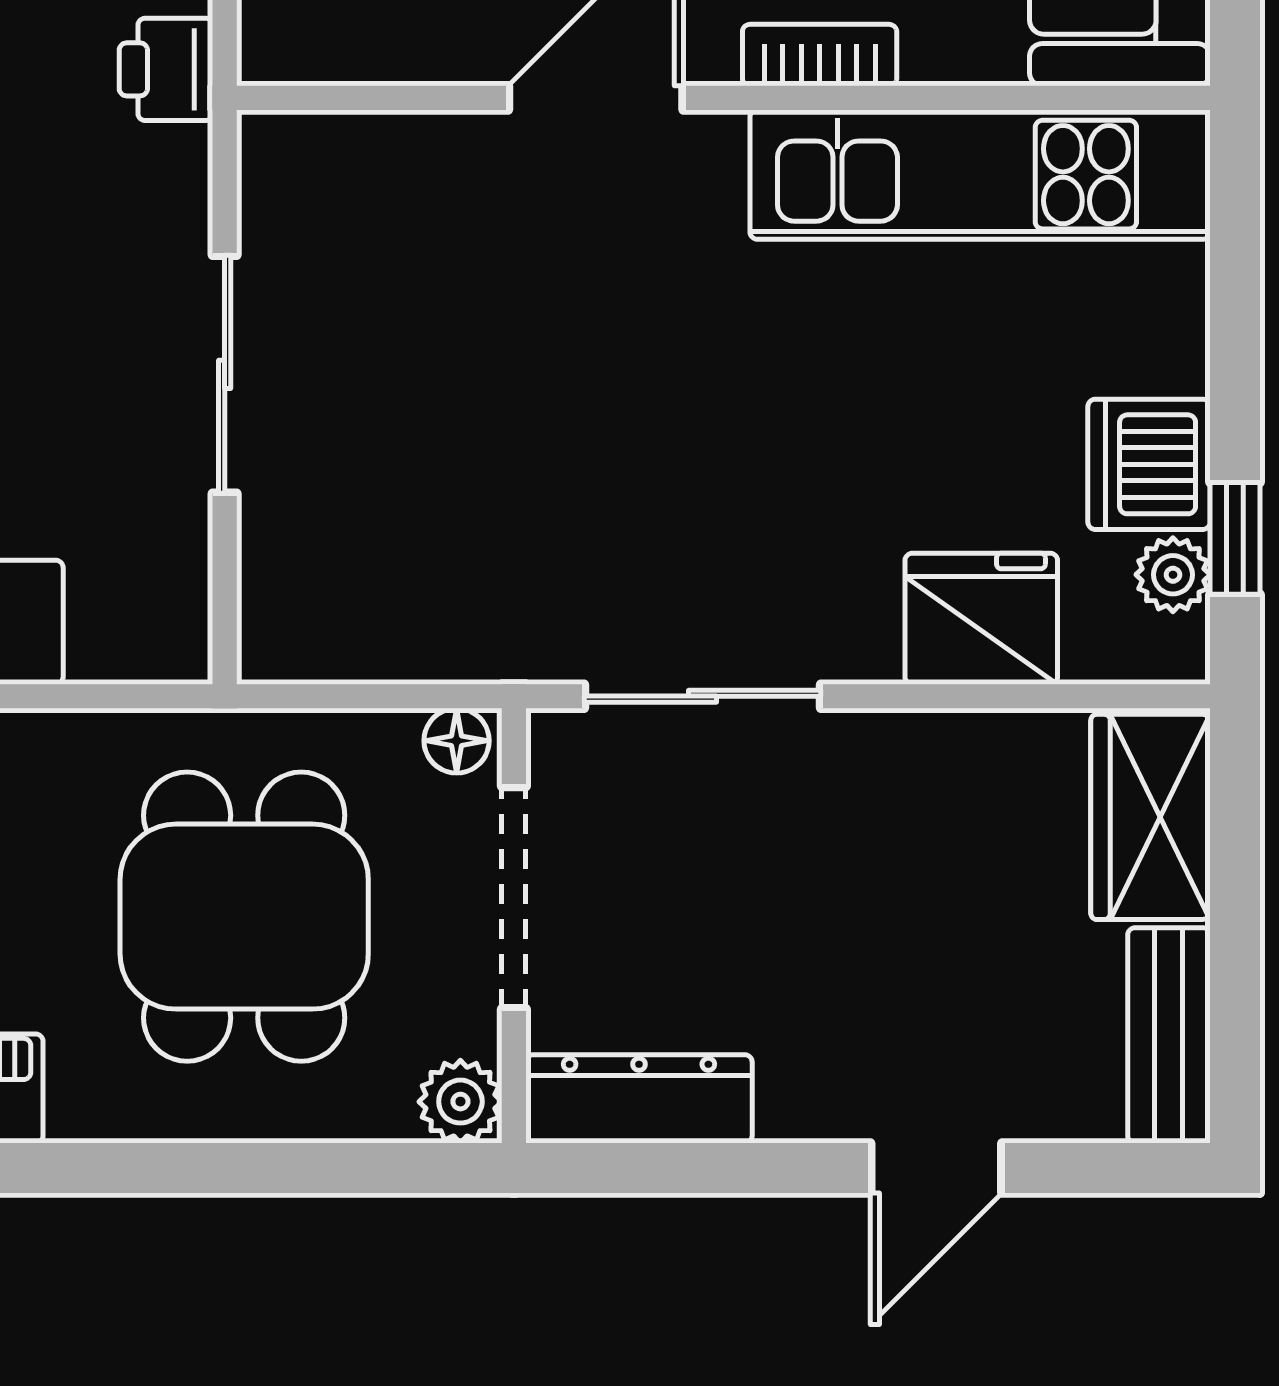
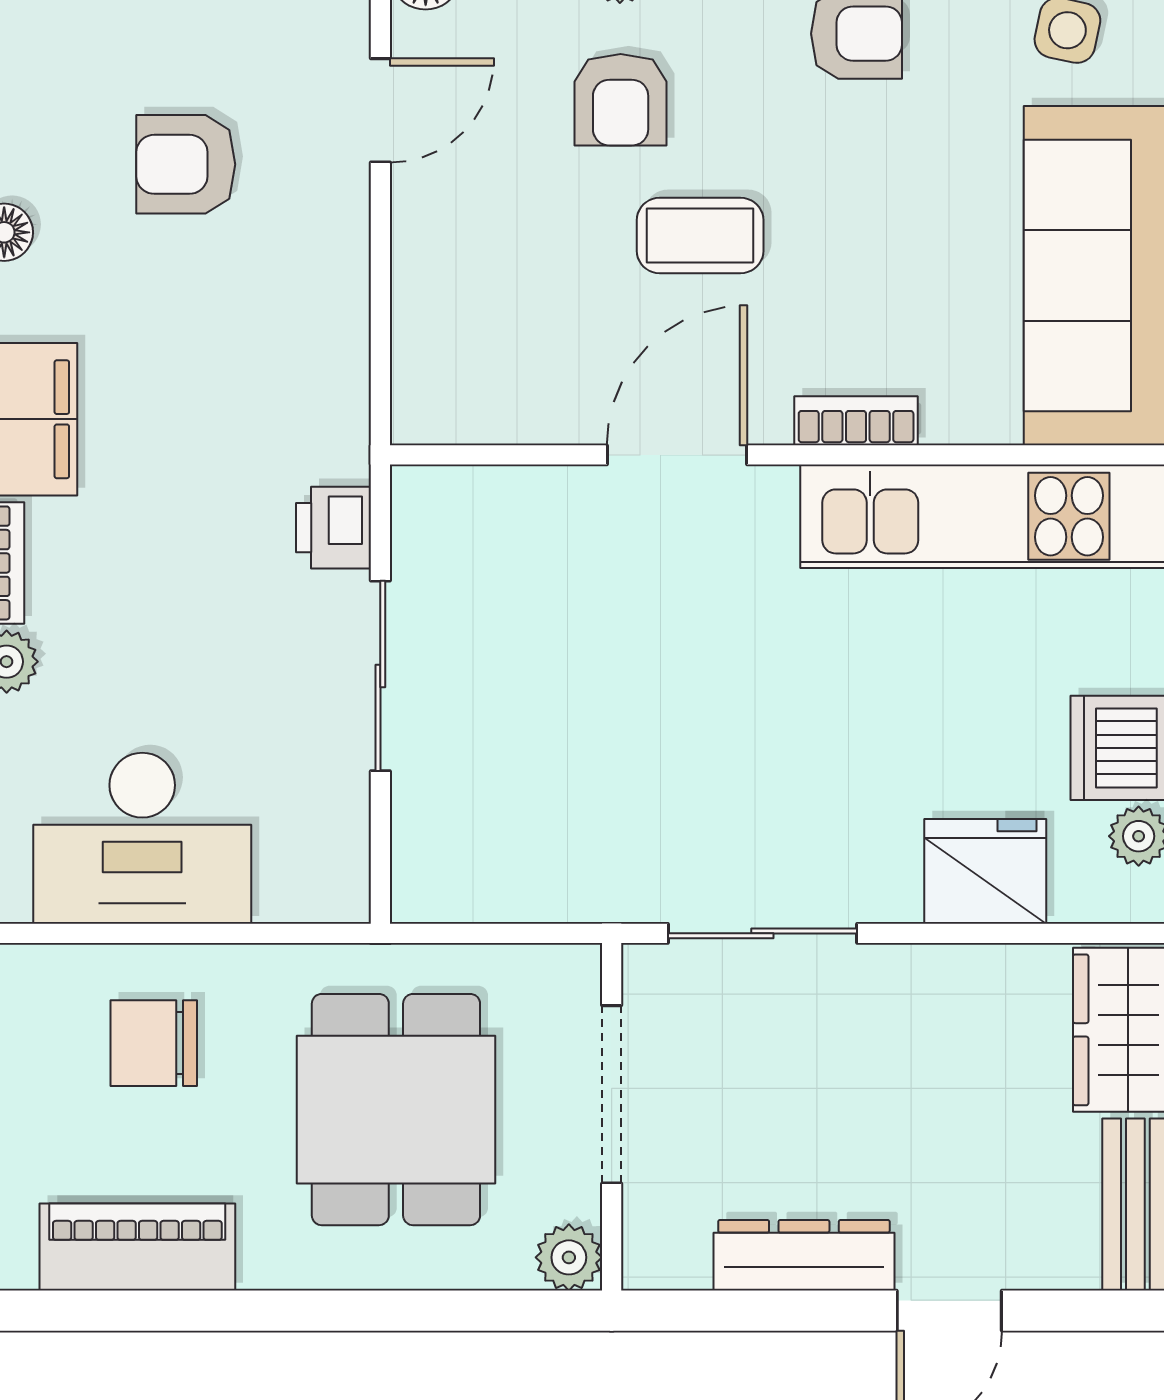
printer: (166, 69) -> (333, 528), moved
floor lamp: (457, 741) -> (566, 969), removed
dresser: (639, 1099) -> (804, 1255), moved

